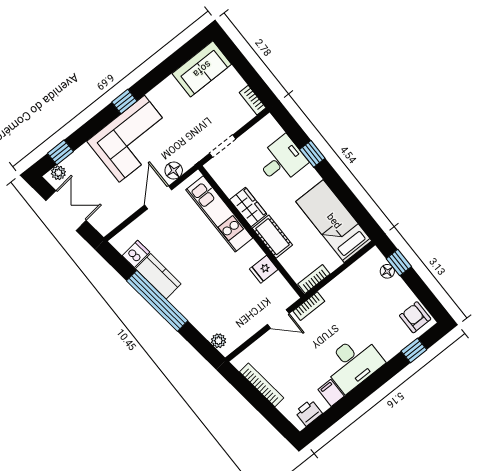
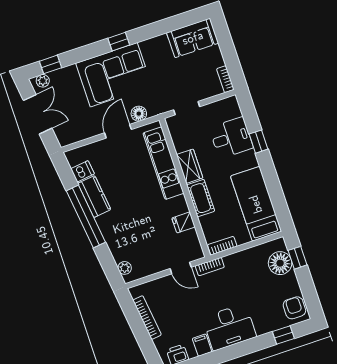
floor lamp: (387, 271) -> (280, 263), width x1.89, depth x1.89

